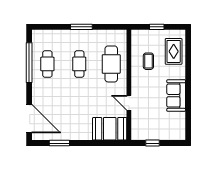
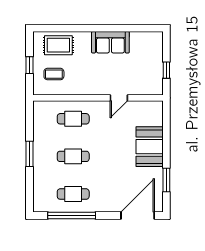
coffee table: (148, 61) -> (54, 74), moved
cafe table: (111, 64) -> (73, 119), width x0.73, depth x0.74
booth: (110, 129) -> (150, 147), moved

